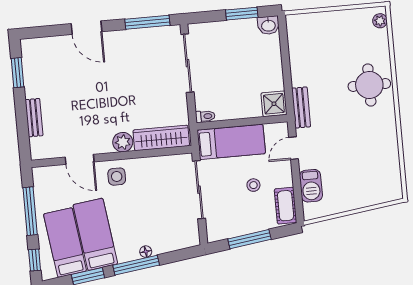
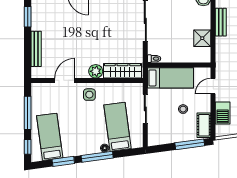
shower: (274, 104) -> (202, 38), moved
bench: (301, 107) -> (221, 22), moved
bench: (34, 118) -> (36, 49), width x1.36
door: (80, 159) -> (65, 80), swing flipped
sliding door: (199, 190) -> (145, 109), width x0.73
bed: (95, 234) -> (118, 127), moved
window: (249, 239) -> (190, 144), moved

